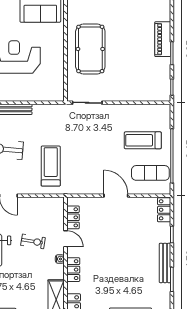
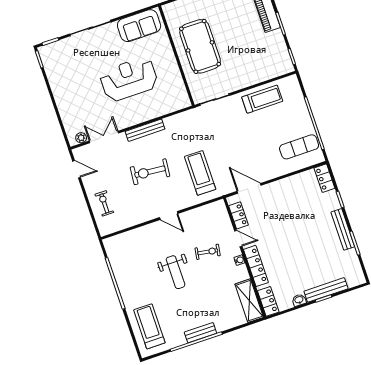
treadmill: (143, 140) -> (262, 99), moved, turned 180
door: (116, 196) -> (249, 188), moved
locker: (73, 270) -> (256, 266), width x1.53

